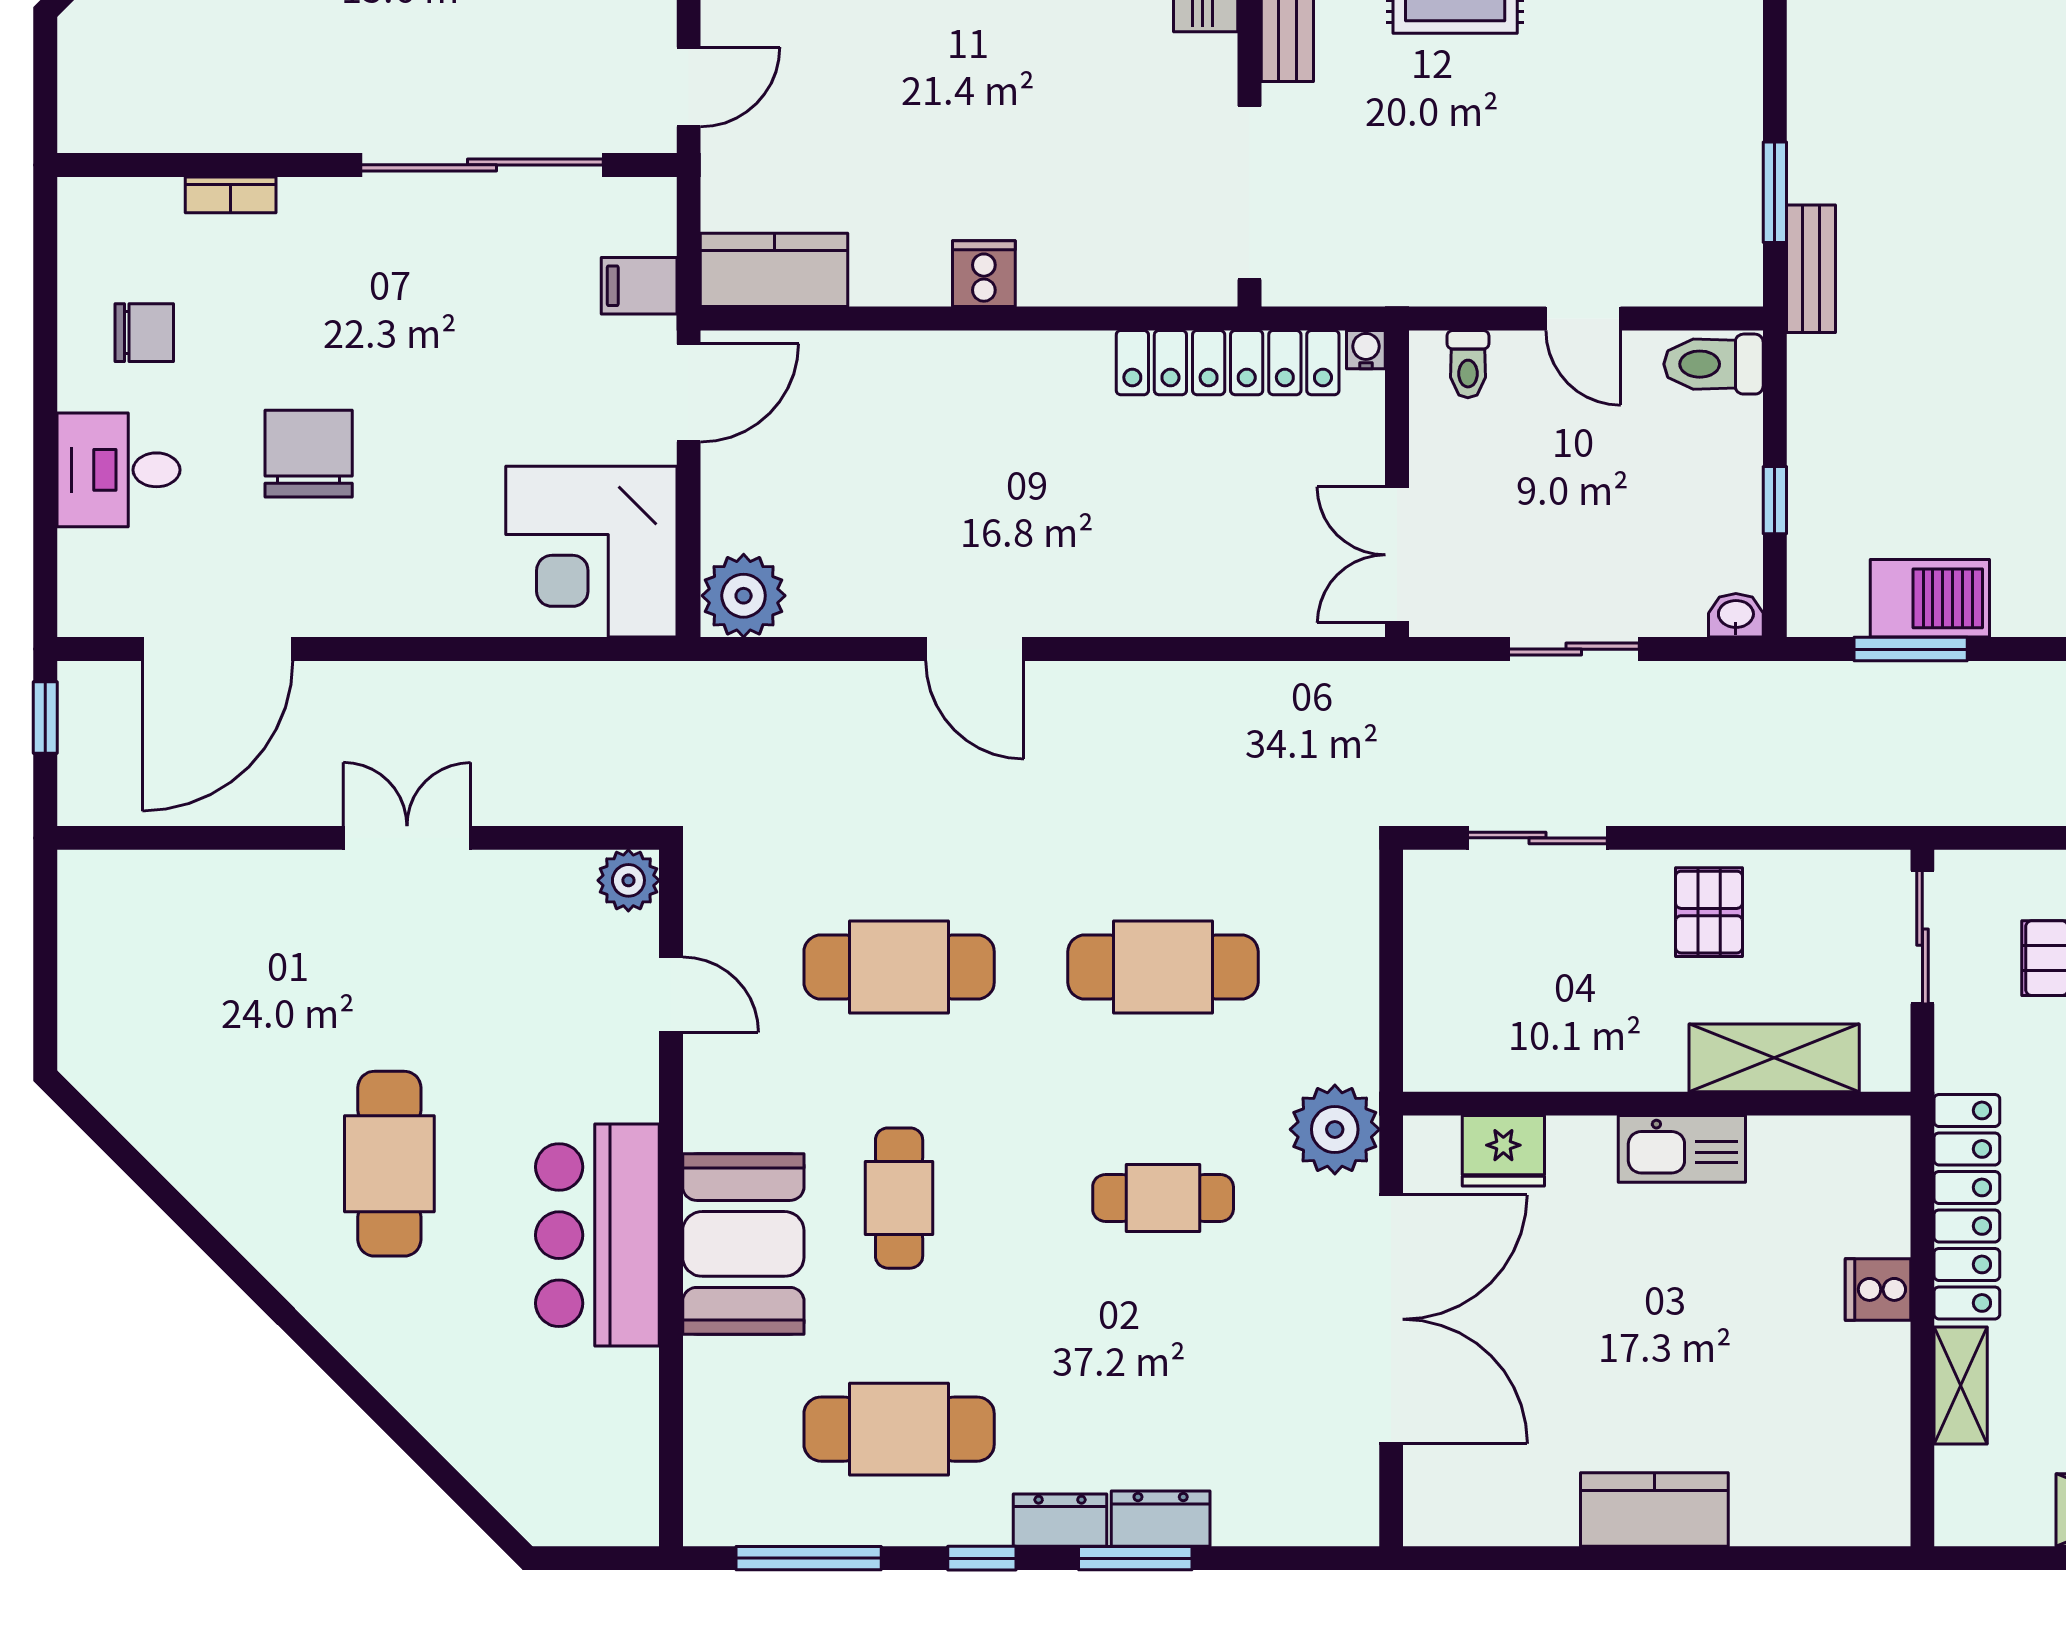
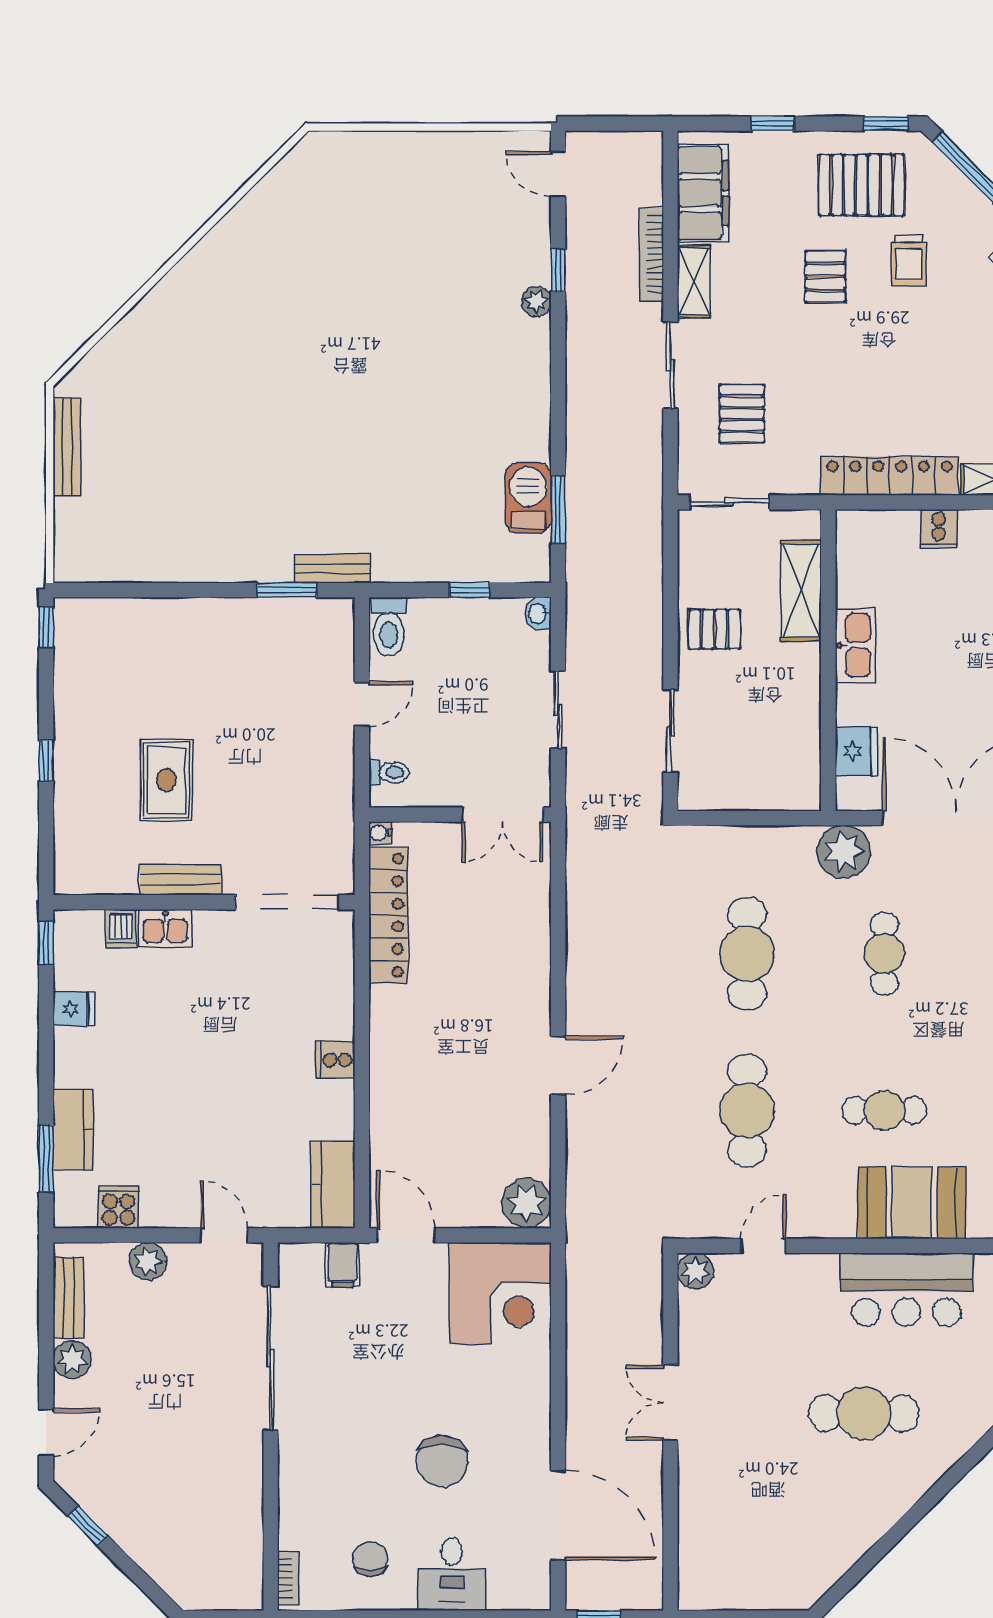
bookcase: (231, 195) -> (288, 1578), moved
chair: (309, 454) -> (442, 1461), turned -90

